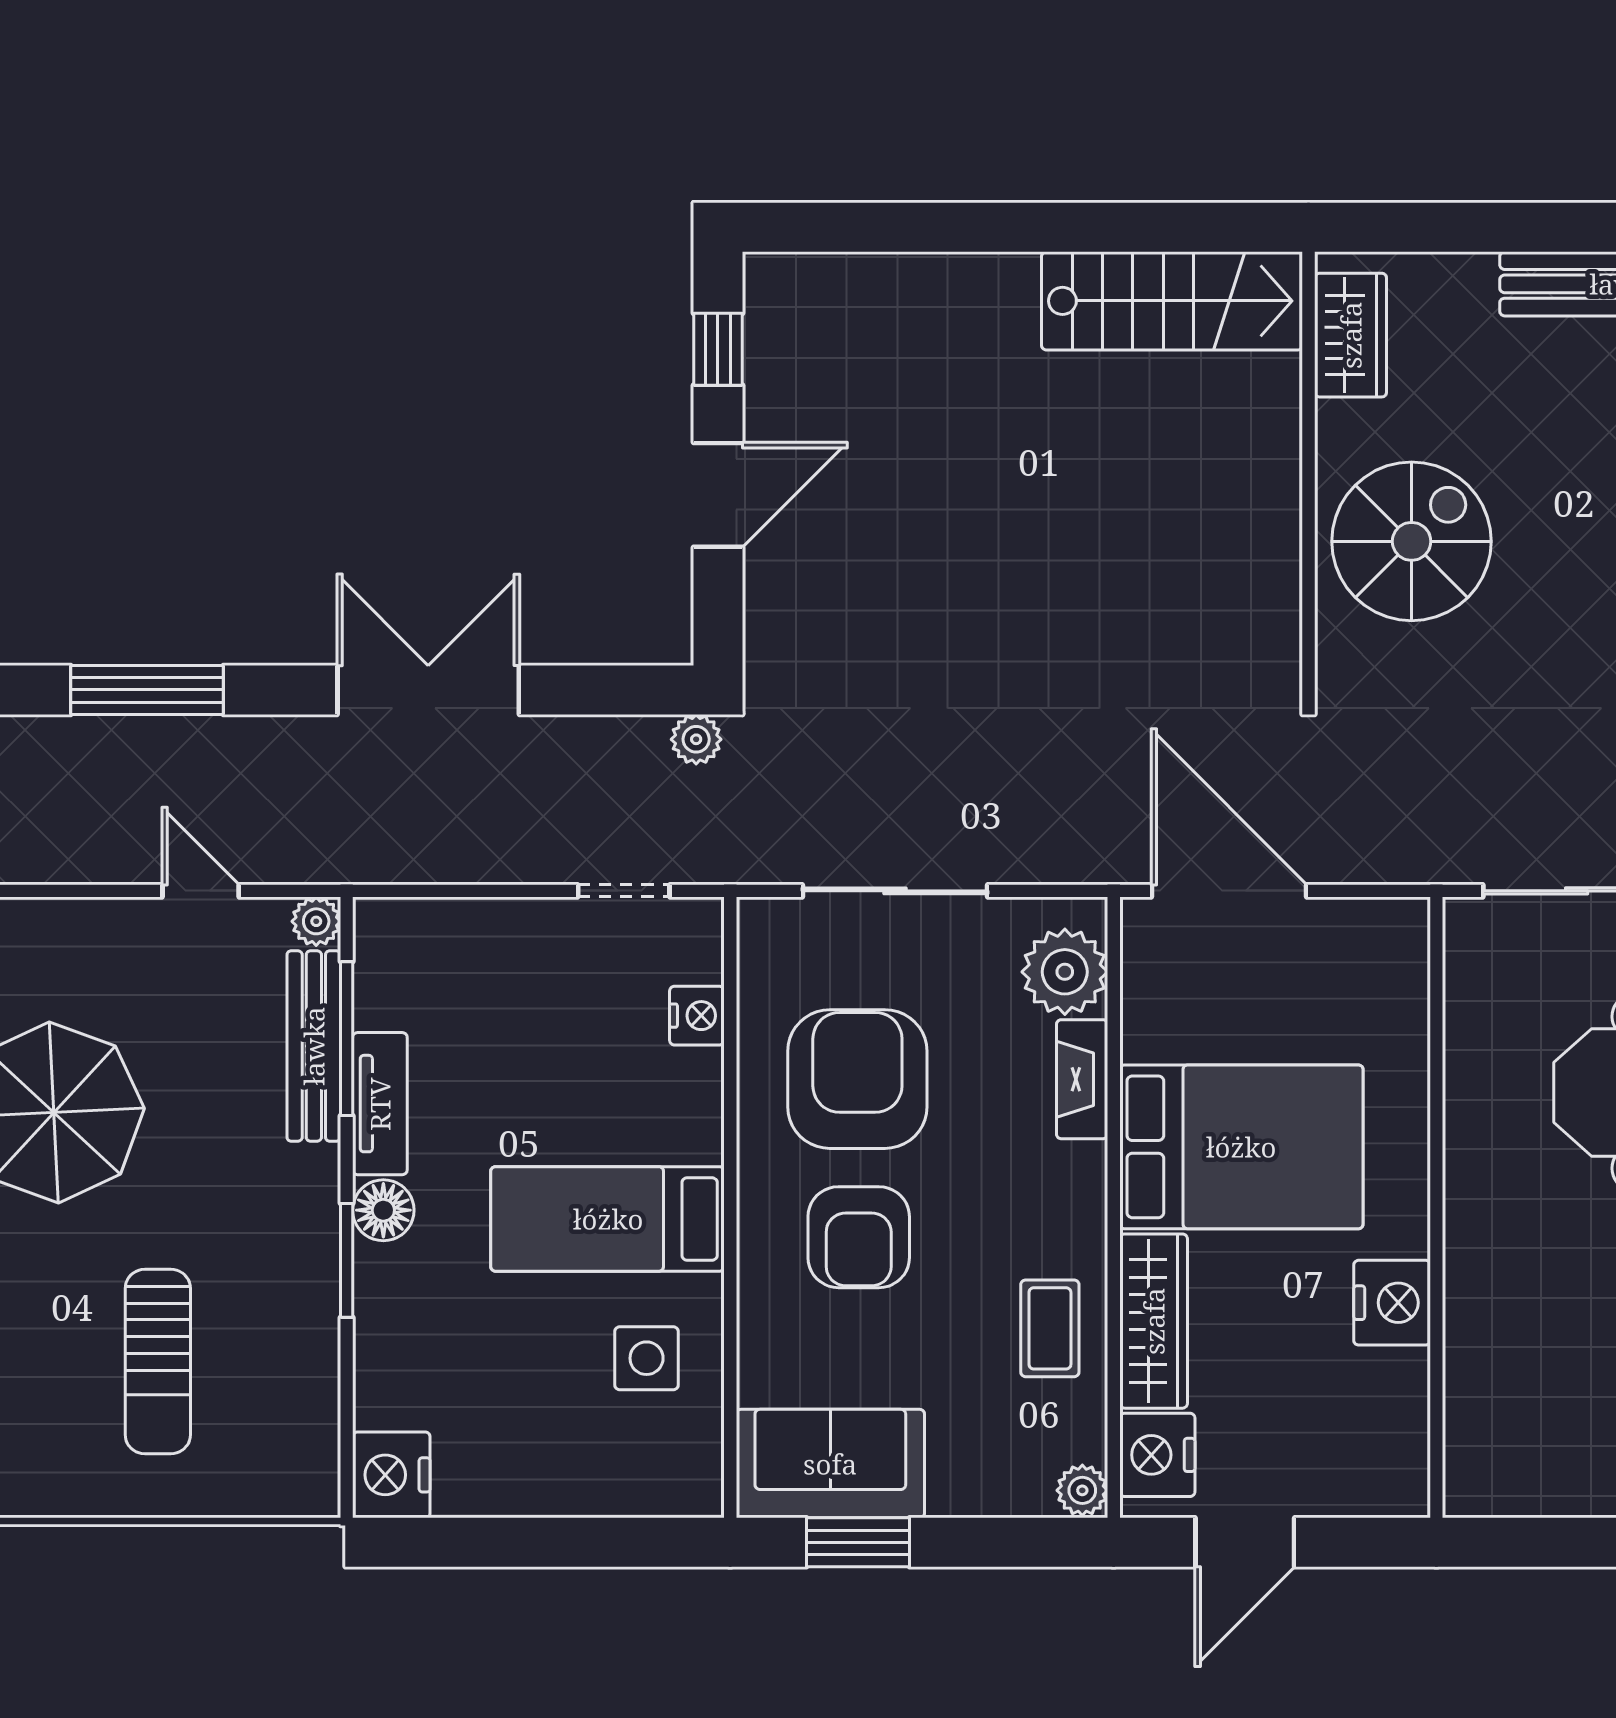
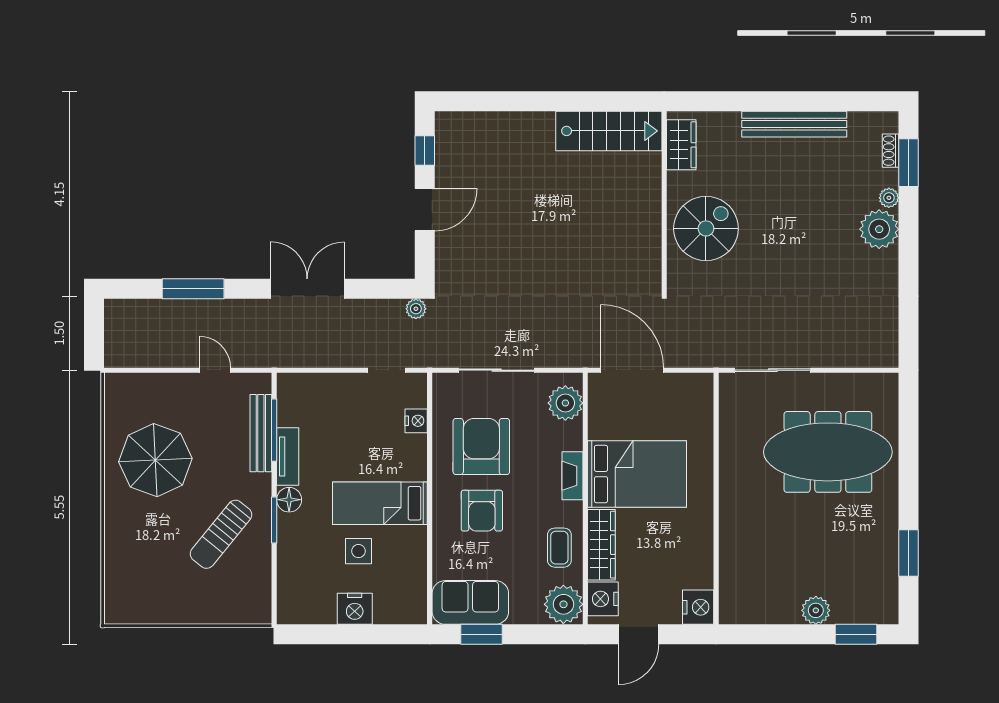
plant: (316, 921) -> (262, 383), removed
fireplace: (1082, 1079) -> (572, 476), moved
nightstand: (1392, 1303) -> (698, 607), moved
side table: (647, 1358) -> (358, 551), moved
sun lounger: (158, 1362) -> (221, 534), moved, turned 39
nightstand: (391, 1475) -> (355, 609), moved, turned -90
plant: (1082, 1490) -> (563, 604), width x1.88, depth x1.88

